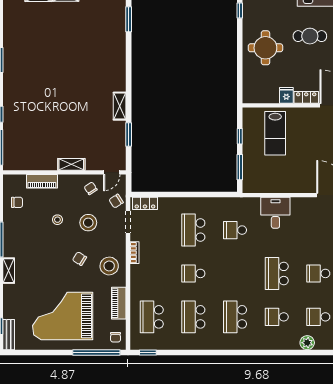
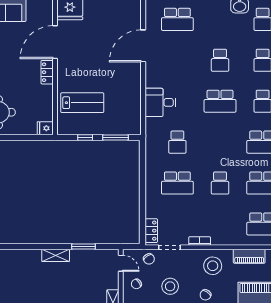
fridge: (286, 95) -> (45, 128), moved

